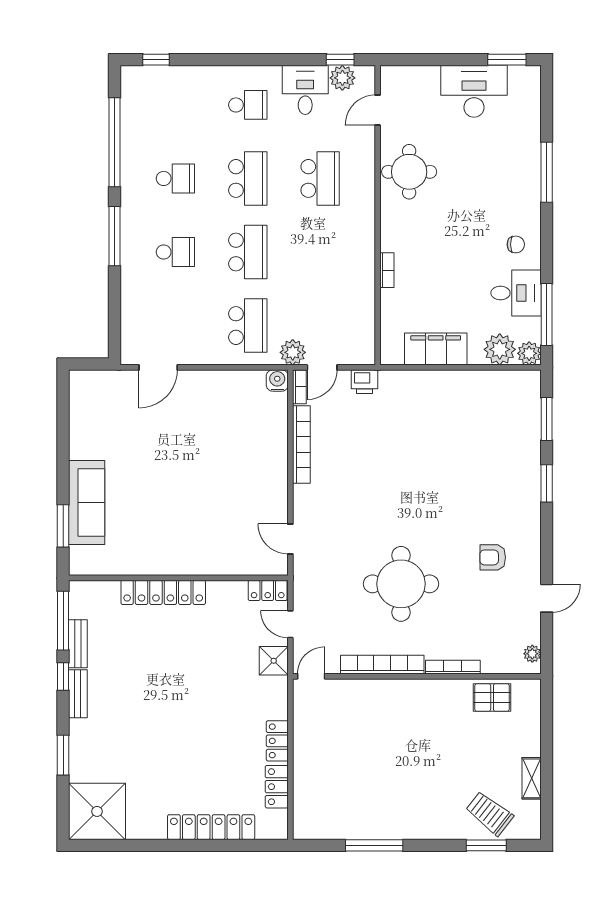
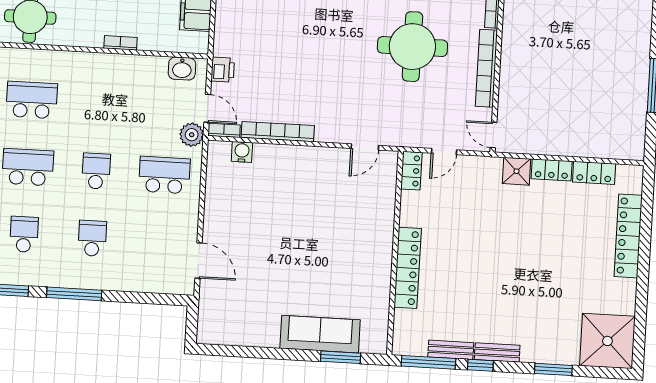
school desk: (248, 252) -> (96, 171), width x0.54
washbasin: (363, 338) -> (182, 69), added
water cooler: (277, 381) -> (242, 152), moved, turned 90
shower: (274, 661) -> (517, 171), moved

